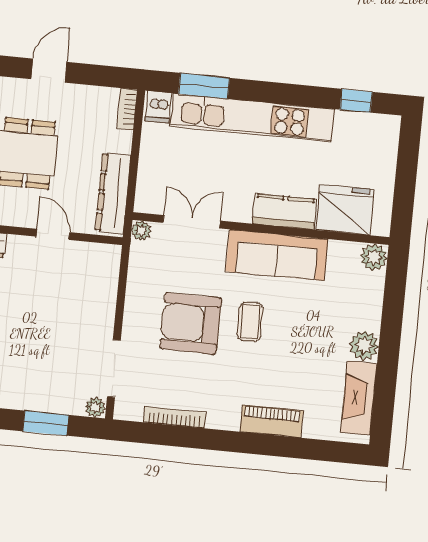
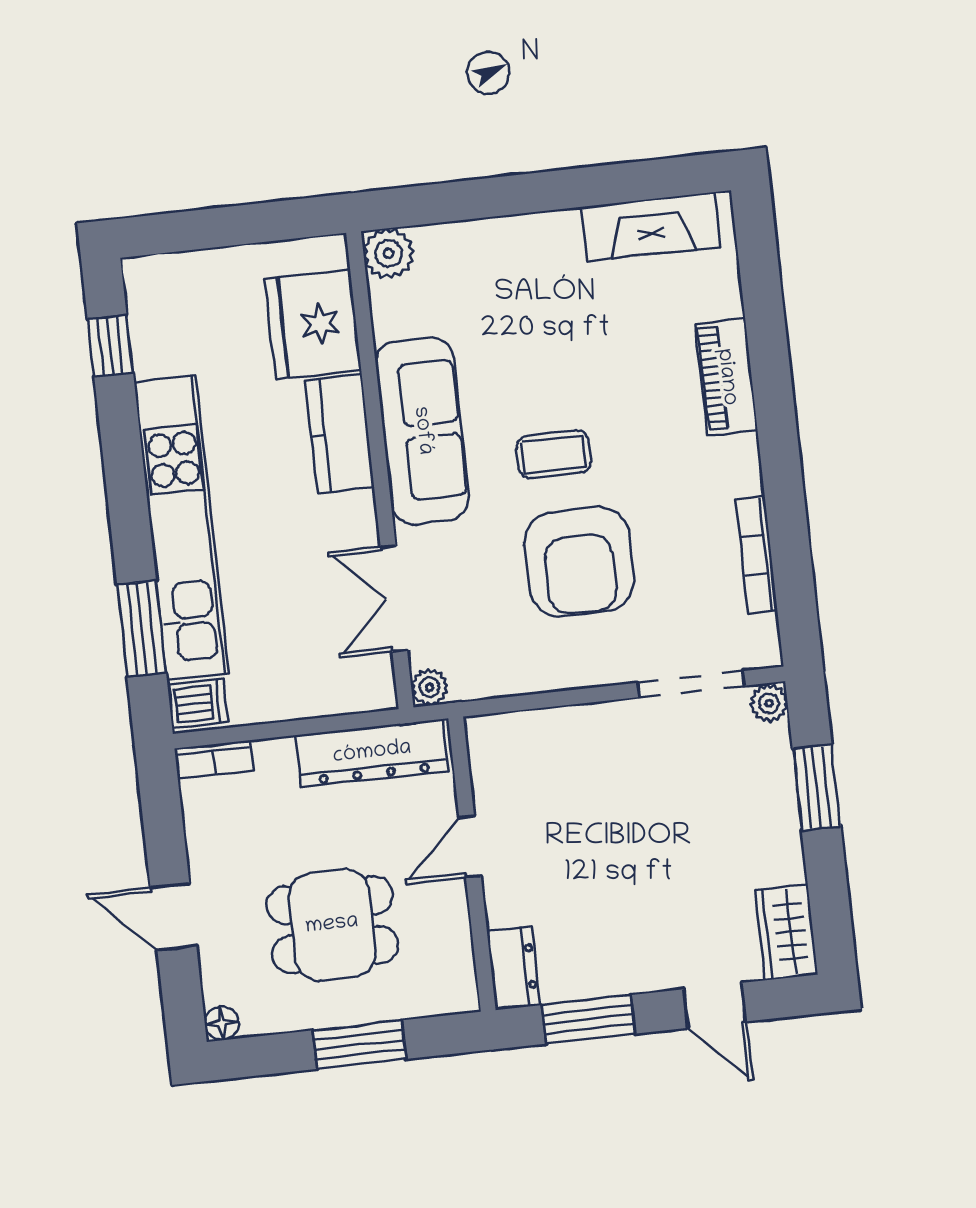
plant: (364, 345) -> (553, 238), removed

